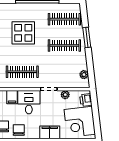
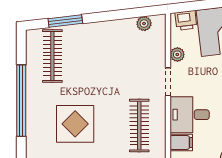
window: (87, 37) -> (65, 21), moved
clothes rail: (64, 45) -> (96, 56), removed

